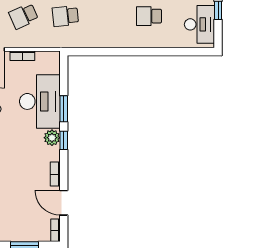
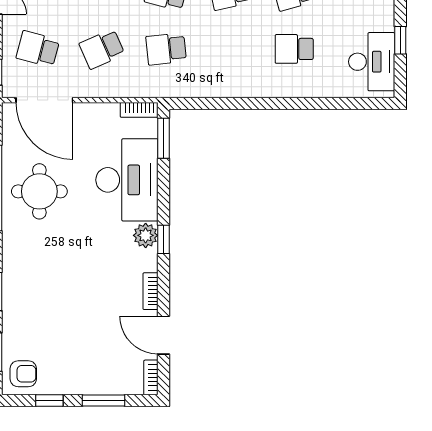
bookcase: (22, 56) -> (139, 110), moved
window: (64, 109) -> (163, 138), moved

